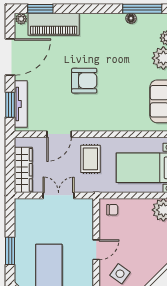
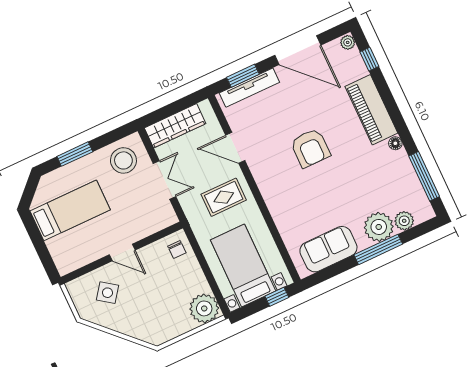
window: (40, 9) -> (369, 59), width x0.67
floor lamp: (131, 18) -> (395, 143), moved
piano: (54, 24) -> (371, 110), moved
stool: (31, 218) -> (123, 160), added

